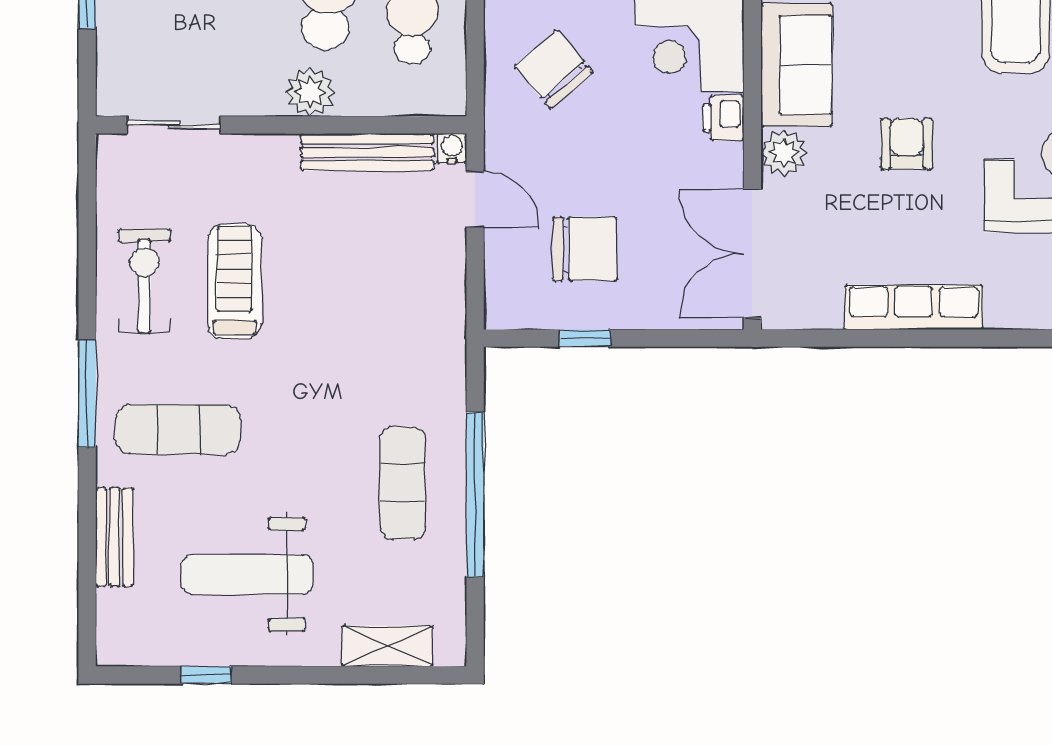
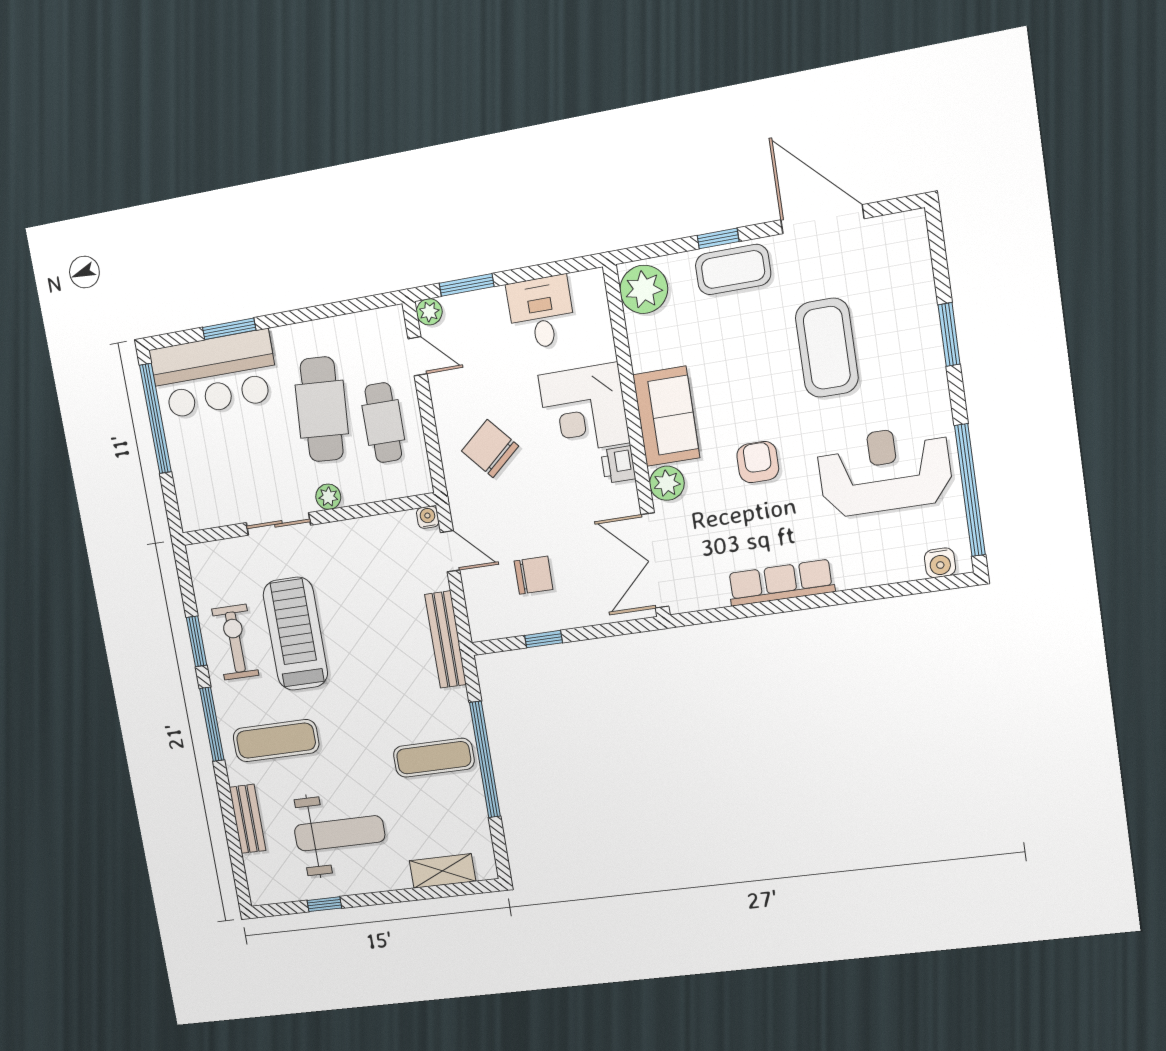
plant: (310, 92) -> (328, 497), width x0.73, depth x0.73
sliding door: (174, 125) -> (278, 524), moved
bench: (367, 152) -> (446, 639), moved, turned 90
chair: (585, 249) -> (534, 575), width x0.73, depth x0.73
window: (87, 272) -> (197, 641), added
treadmill: (235, 282) -> (295, 634), width x1.37, depth x1.38
exercise mat: (403, 483) -> (434, 758), turned 90
weight bench: (247, 574) -> (340, 833), turned 180

